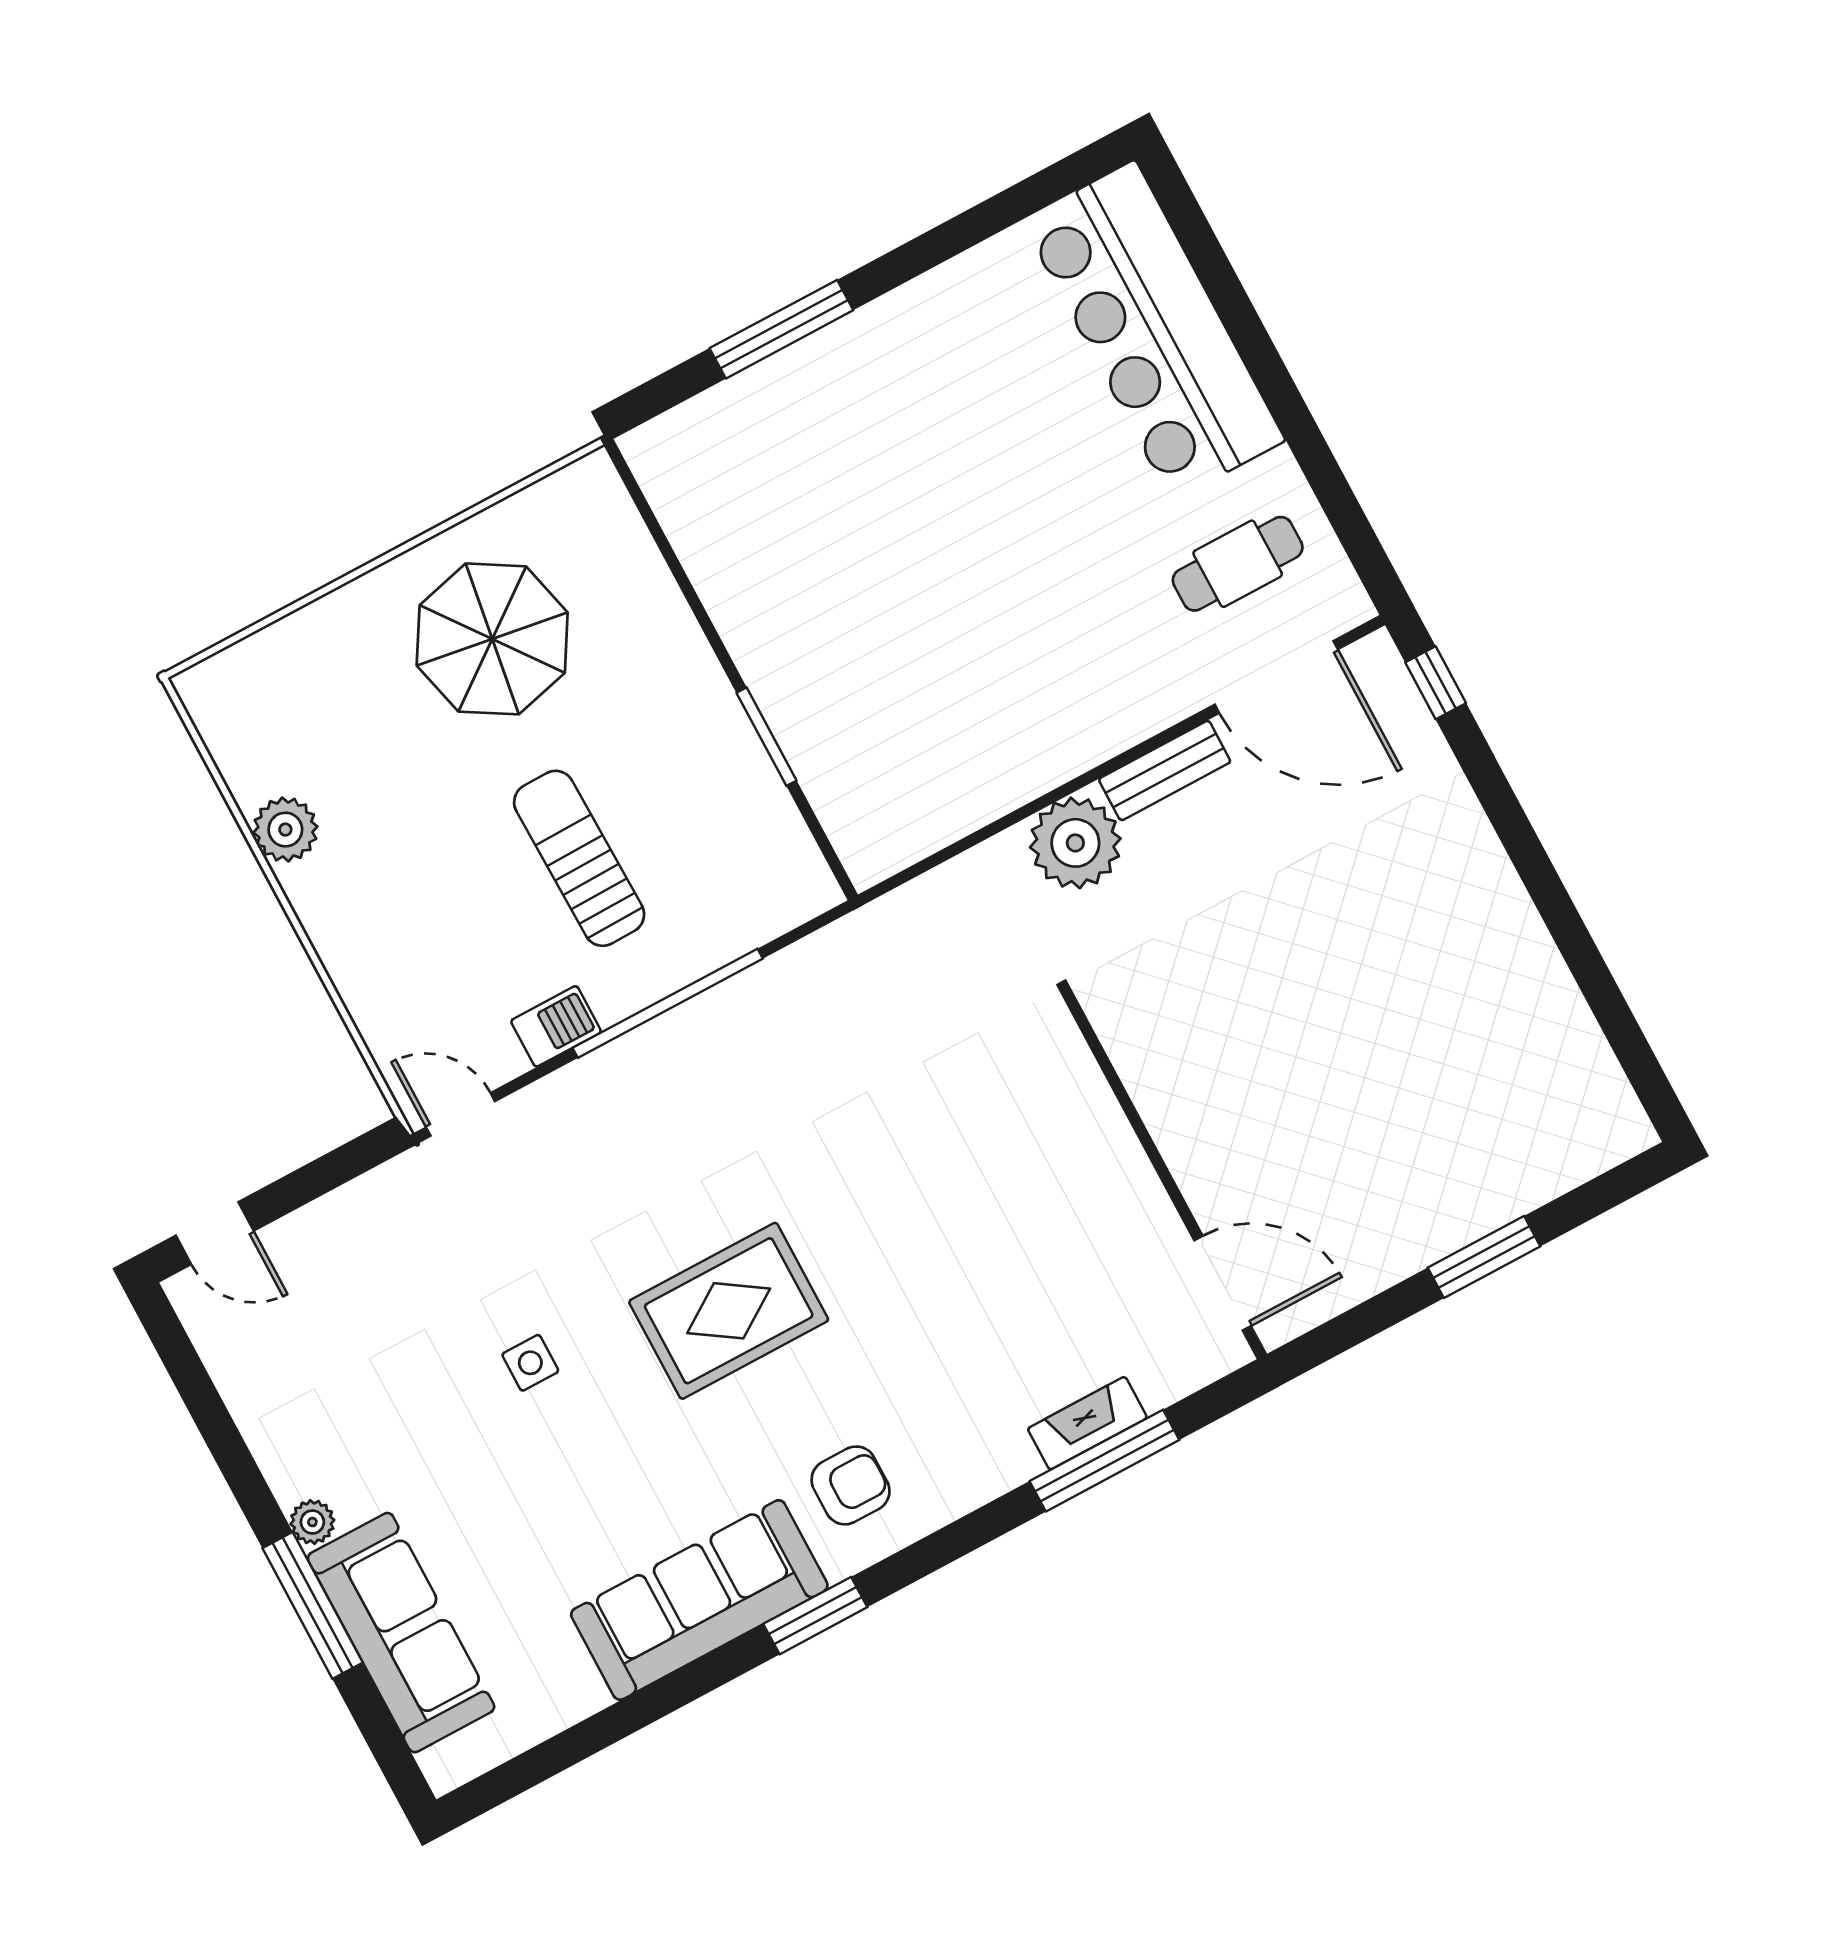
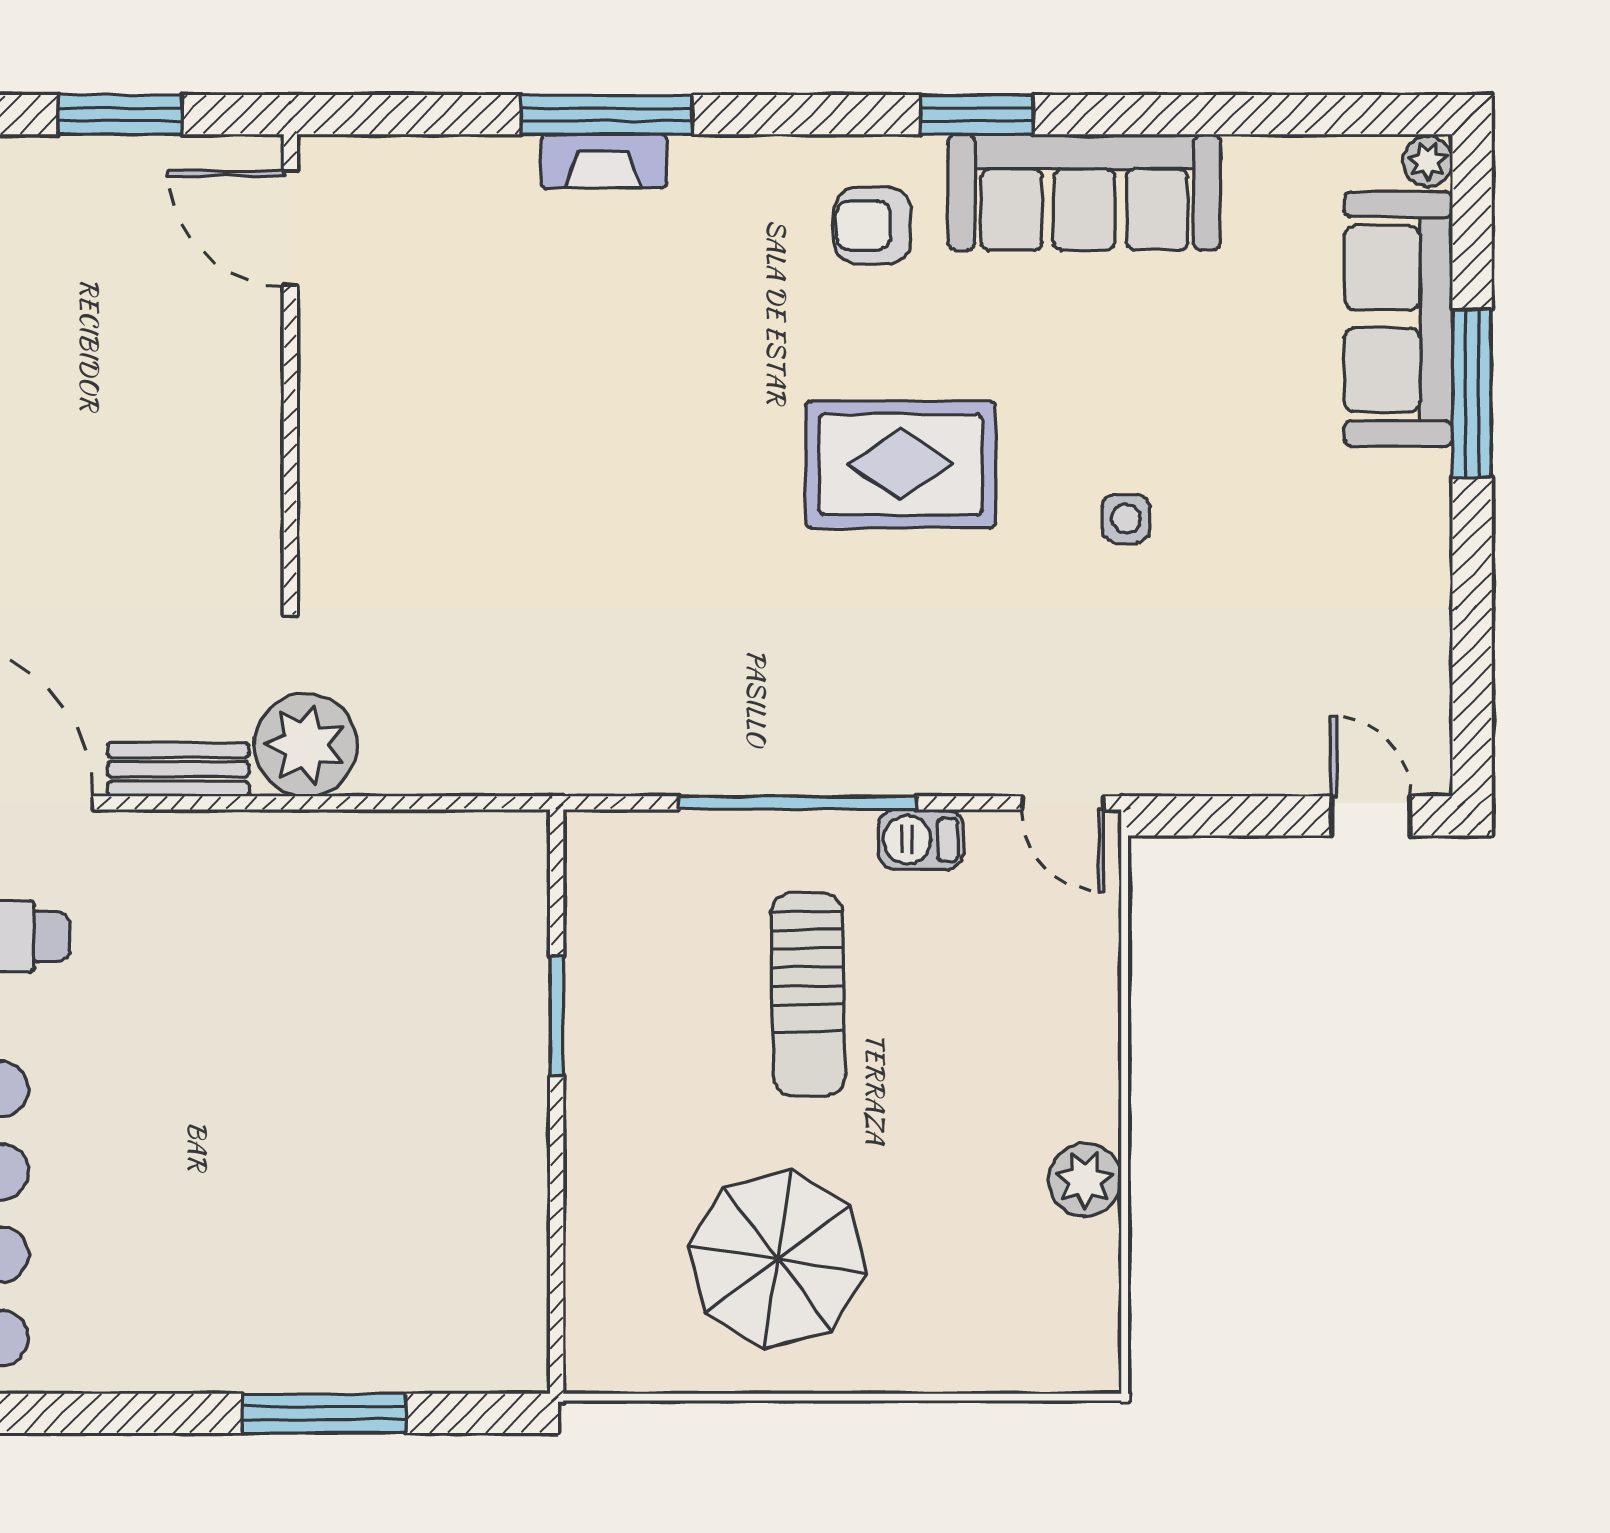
wall: (1164, 1174) -> (290, 368), moved
door: (1223, 1283) -> (290, 228), moved
plant: (312, 1522) -> (1428, 162), moved

